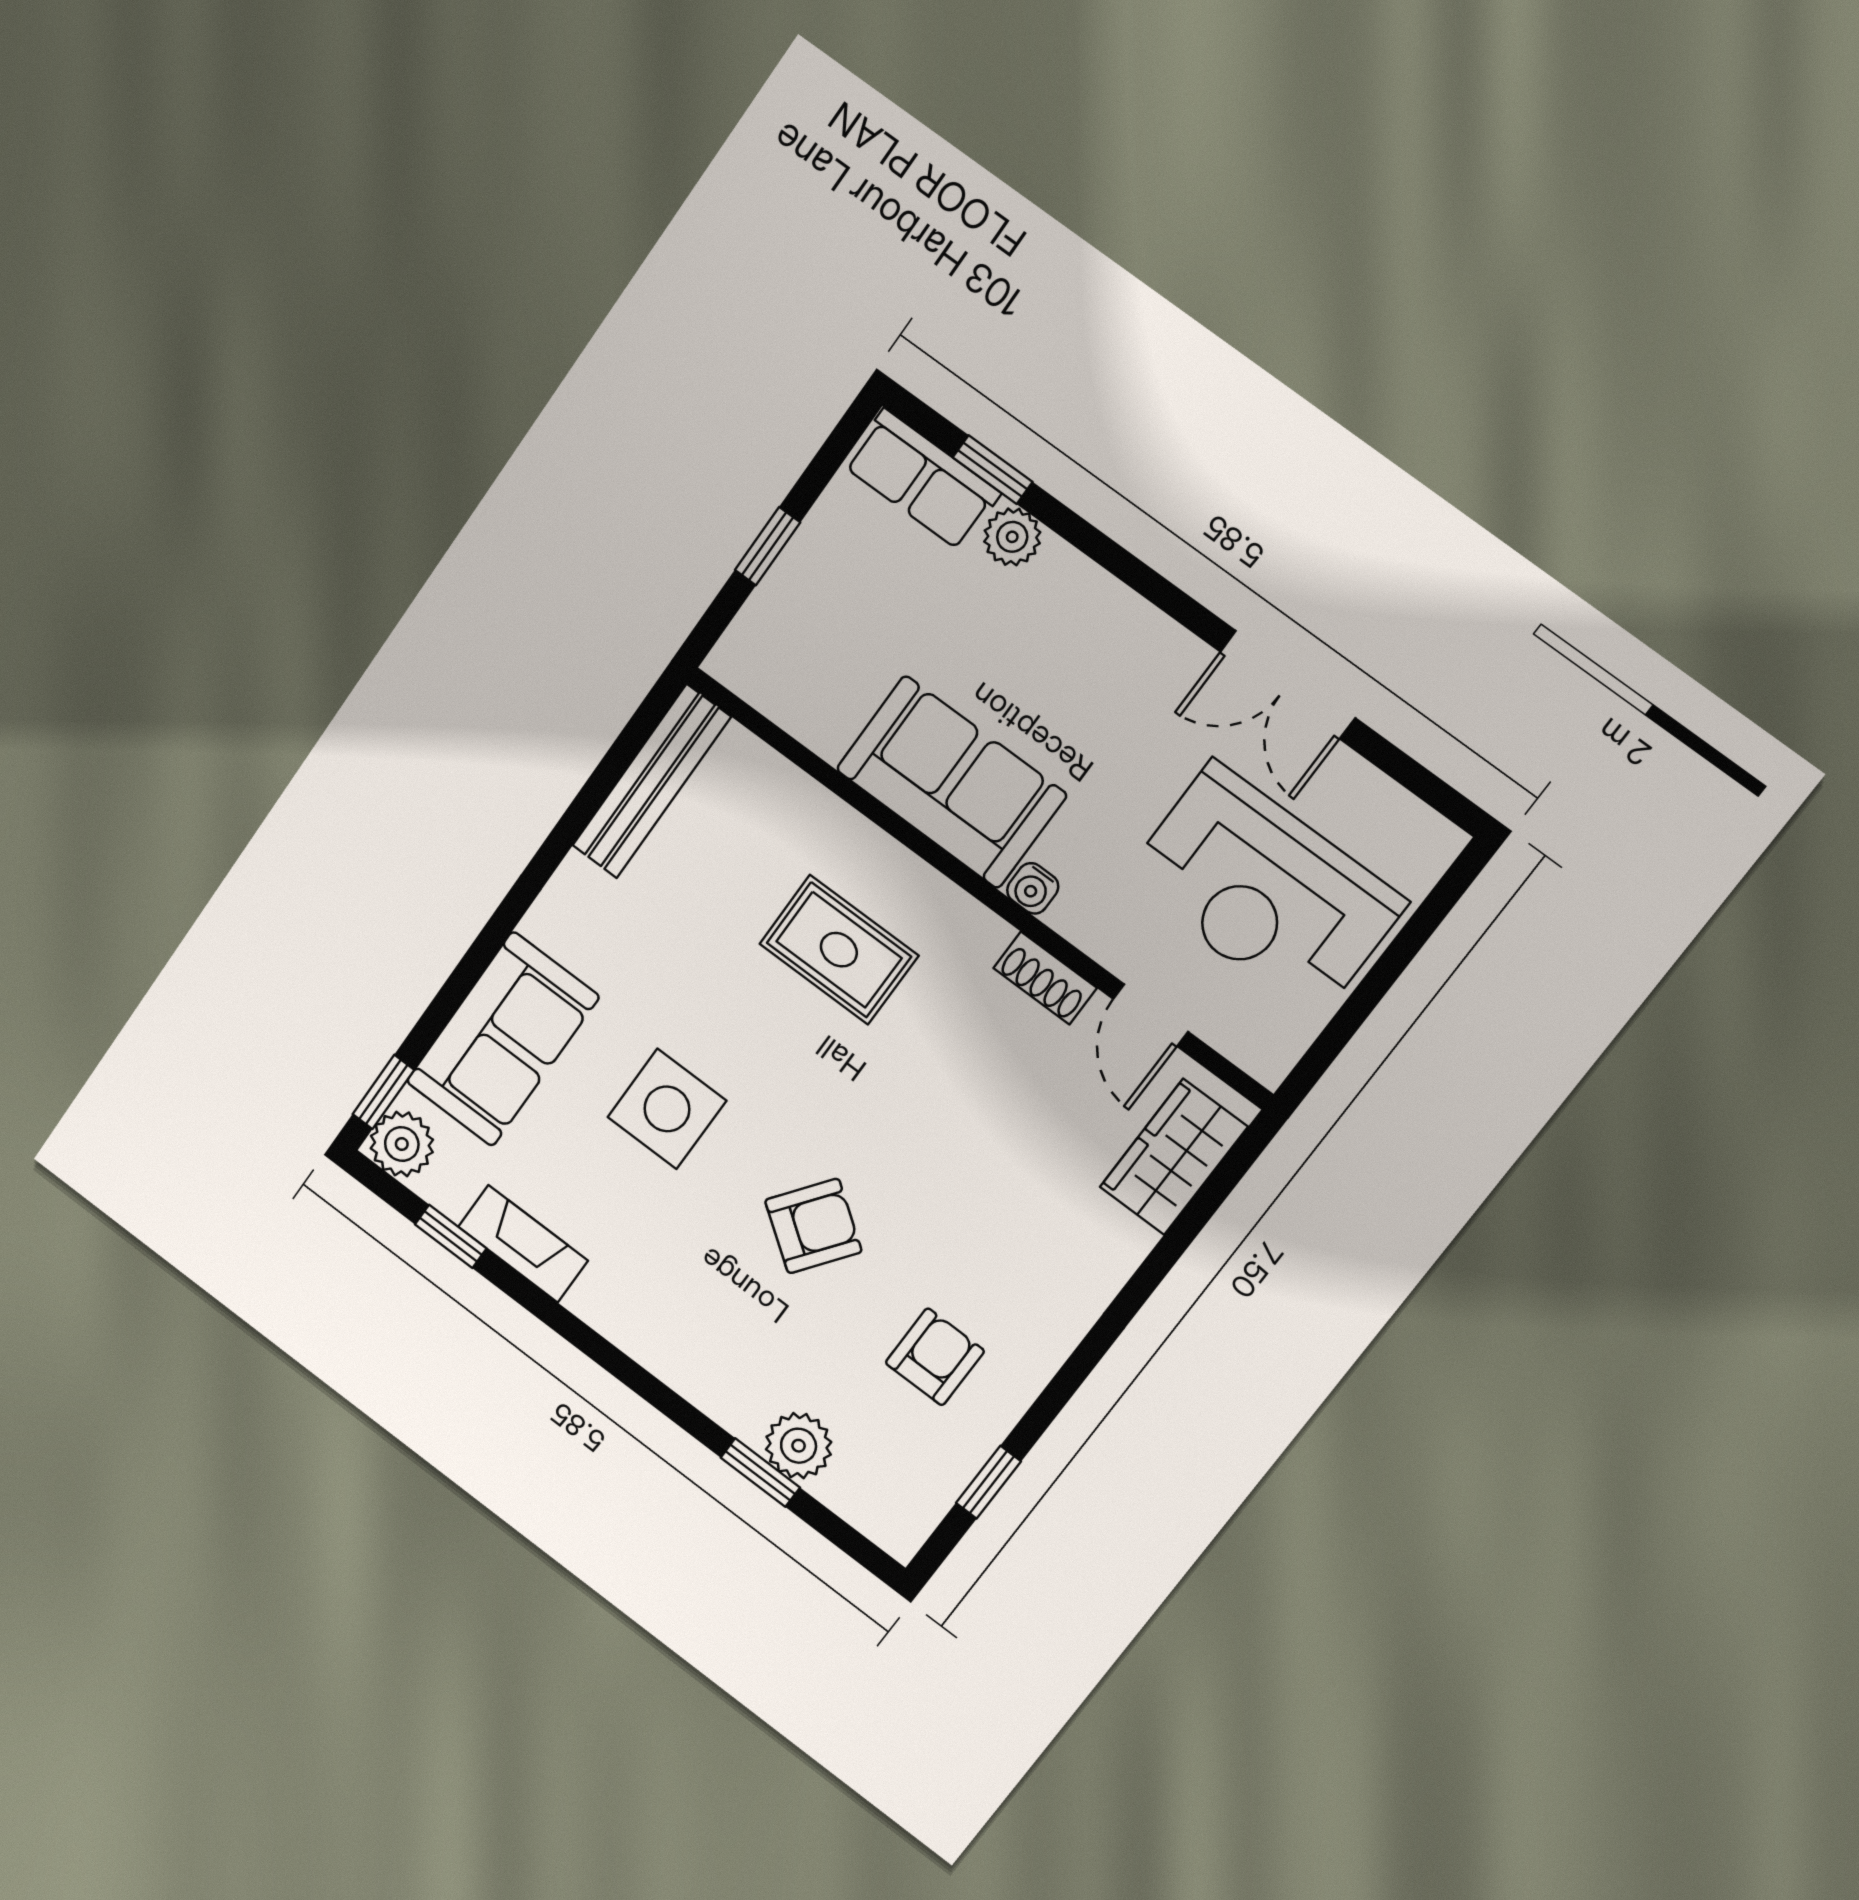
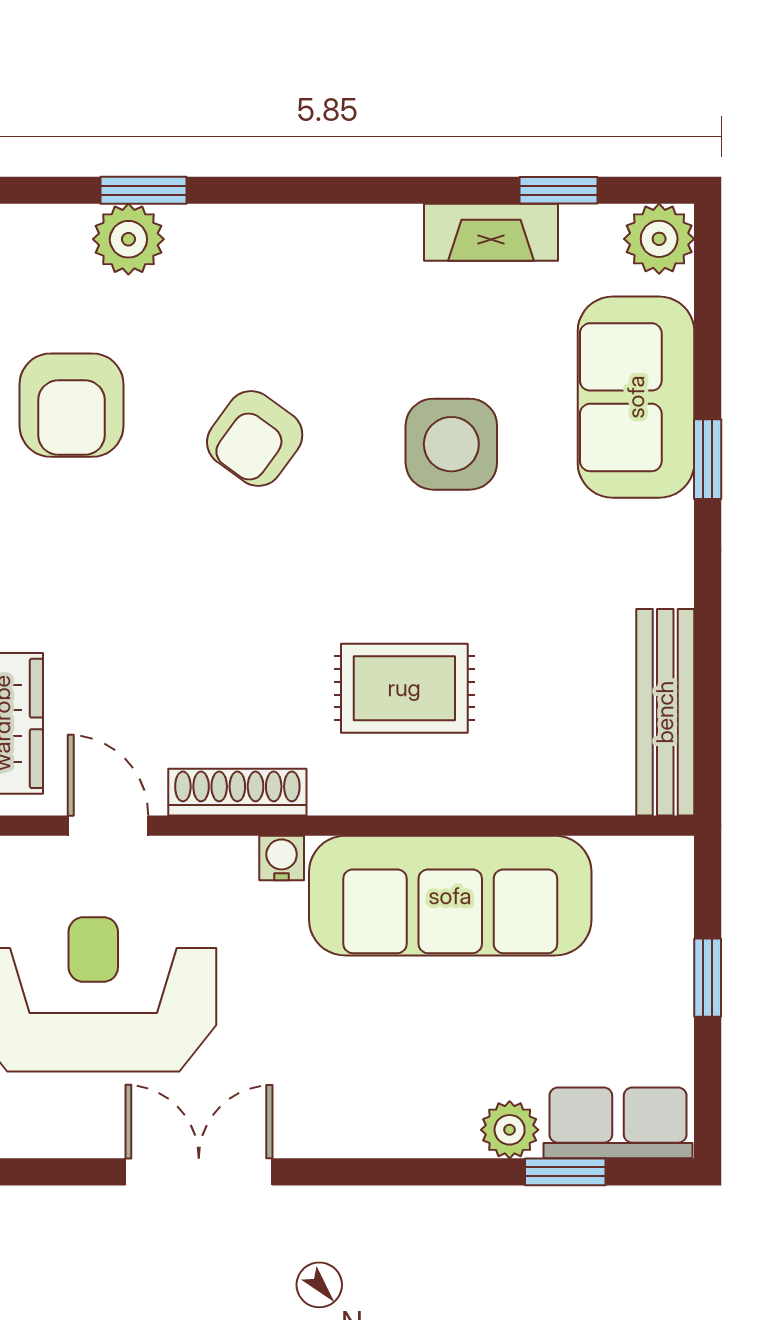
sofa: (951, 782) -> (450, 896), width x1.36
shoe rack: (1045, 978) -> (237, 792), width x1.43
window: (383, 1092) -> (708, 459), moved
armchair: (935, 1357) -> (71, 405), width x1.38, depth x1.38

